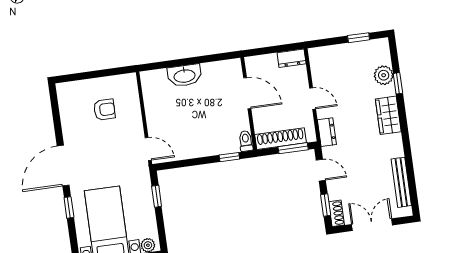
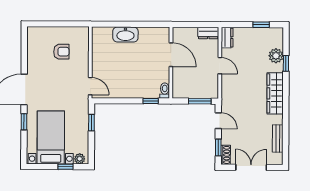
wardrobe: (388, 115) -> (275, 93), width x1.50
dresser: (327, 132) -> (227, 38), moved
shoe rack: (281, 139) -> (191, 93), removed
bench: (401, 182) -> (278, 139), width x0.73

